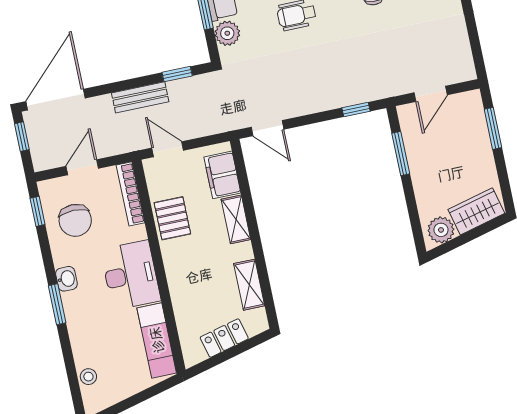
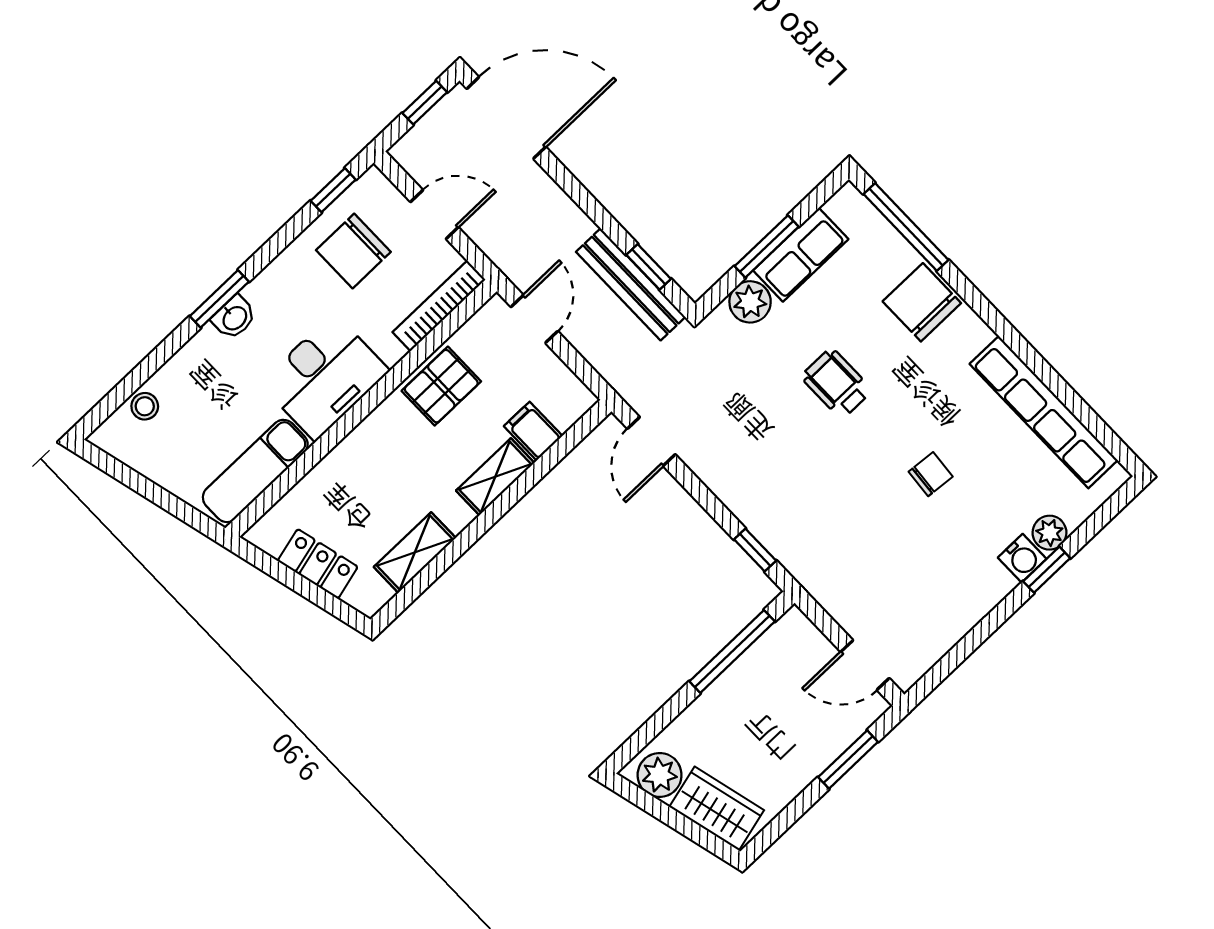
door: (431, 94) -> (865, 665), moved
bench: (140, 97) -> (631, 284), moved, width x1.36
window: (401, 153) -> (732, 651), width x1.44
filing cabinet: (222, 175) -> (533, 431), width x0.50
washbasin: (66, 279) -> (234, 318), moved

